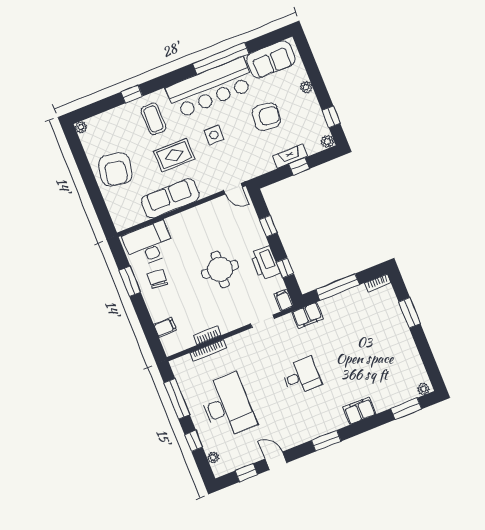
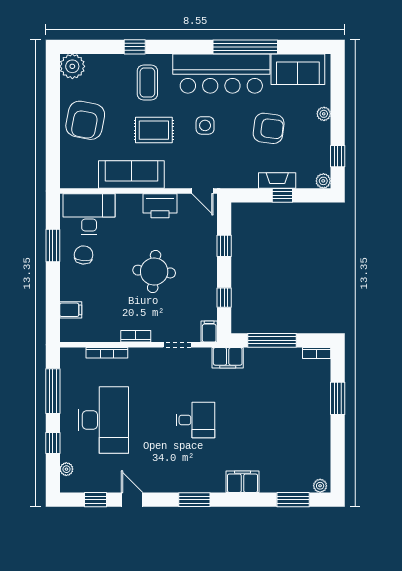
plant: (81, 127) -> (72, 66), width x1.87, depth x1.87
printer: (265, 263) -> (160, 206), moved, turned -90
bookcase: (207, 335) -> (136, 336), moved

